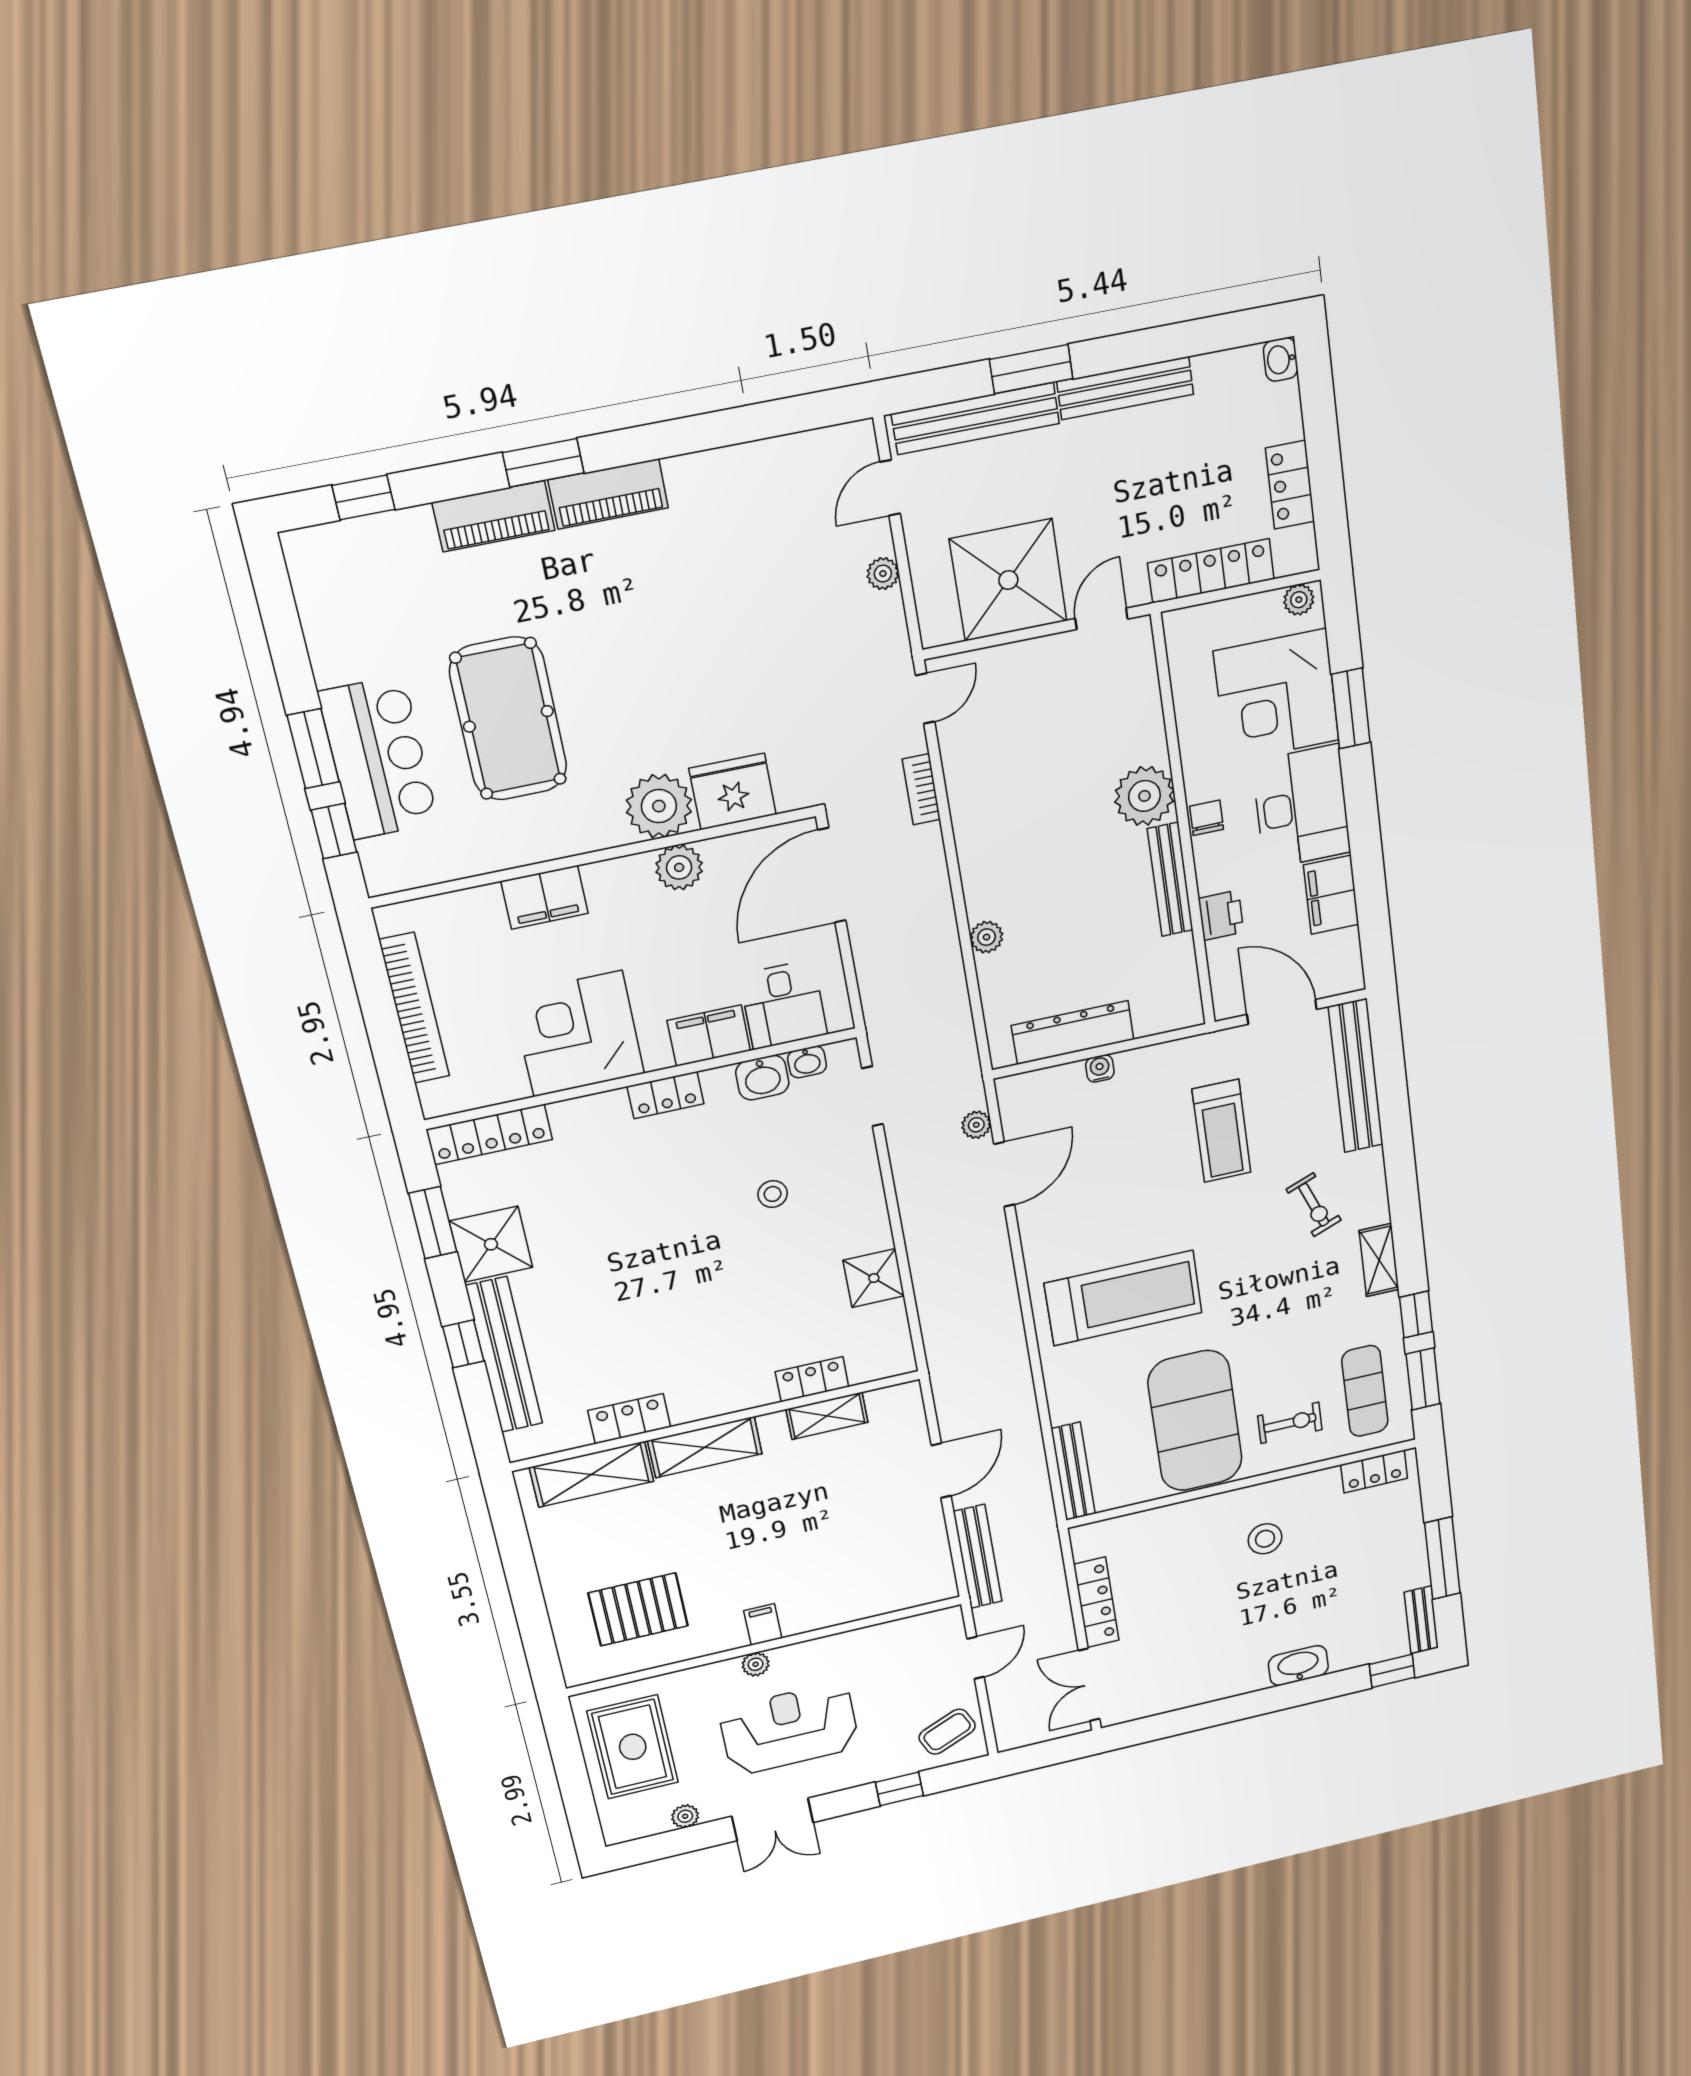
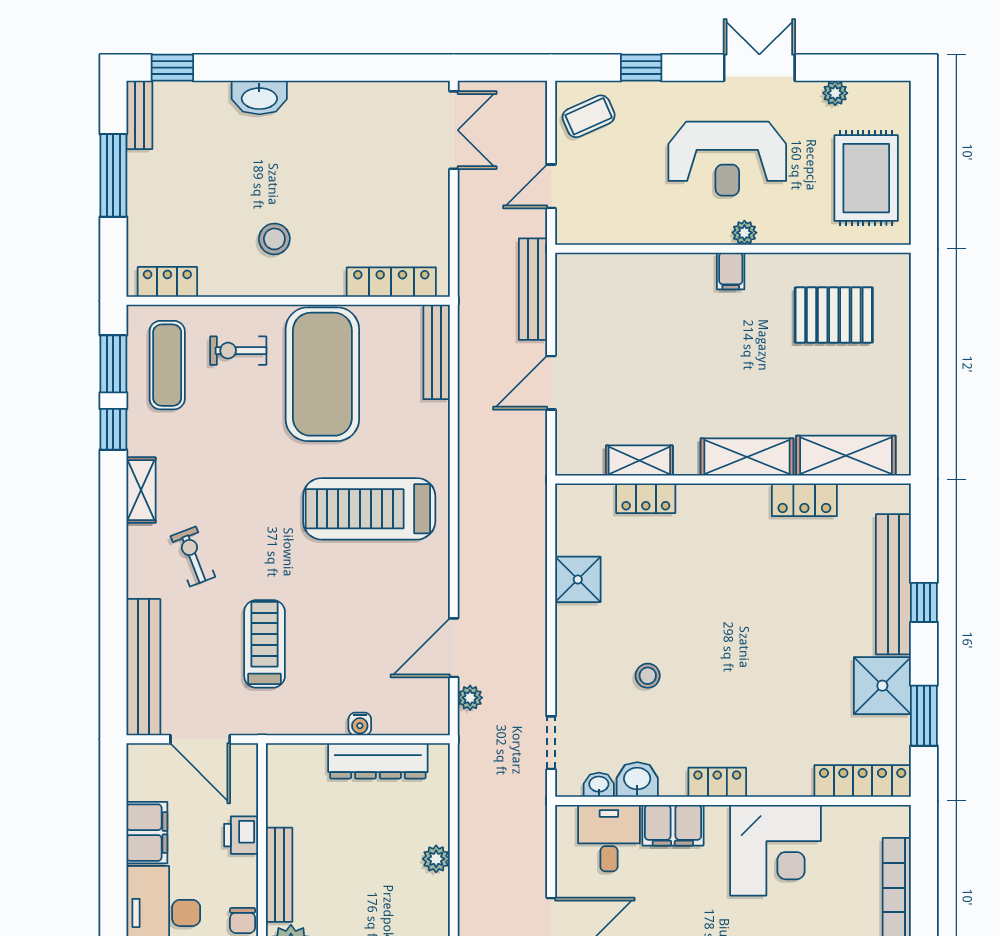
locker: (1096, 1602) -> (391, 282), moved, turned 90

